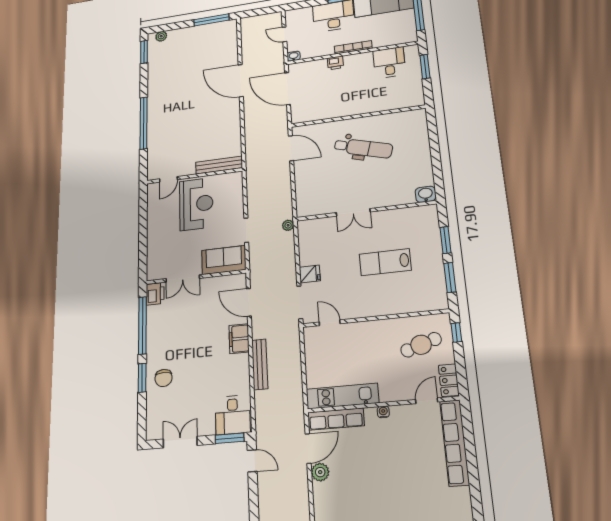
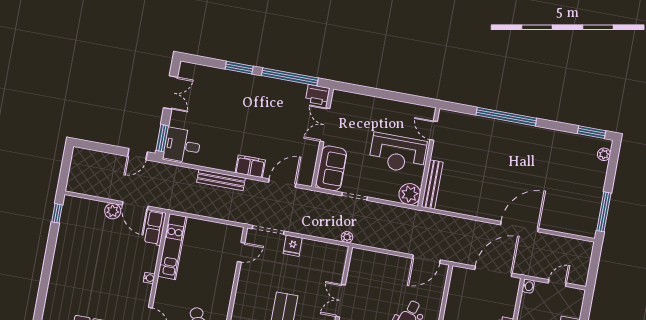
plant: (233, 182) -> (410, 194), added
chair: (163, 378) -> (233, 88), removed
row of seats: (336, 419) -> (155, 228), width x0.68

